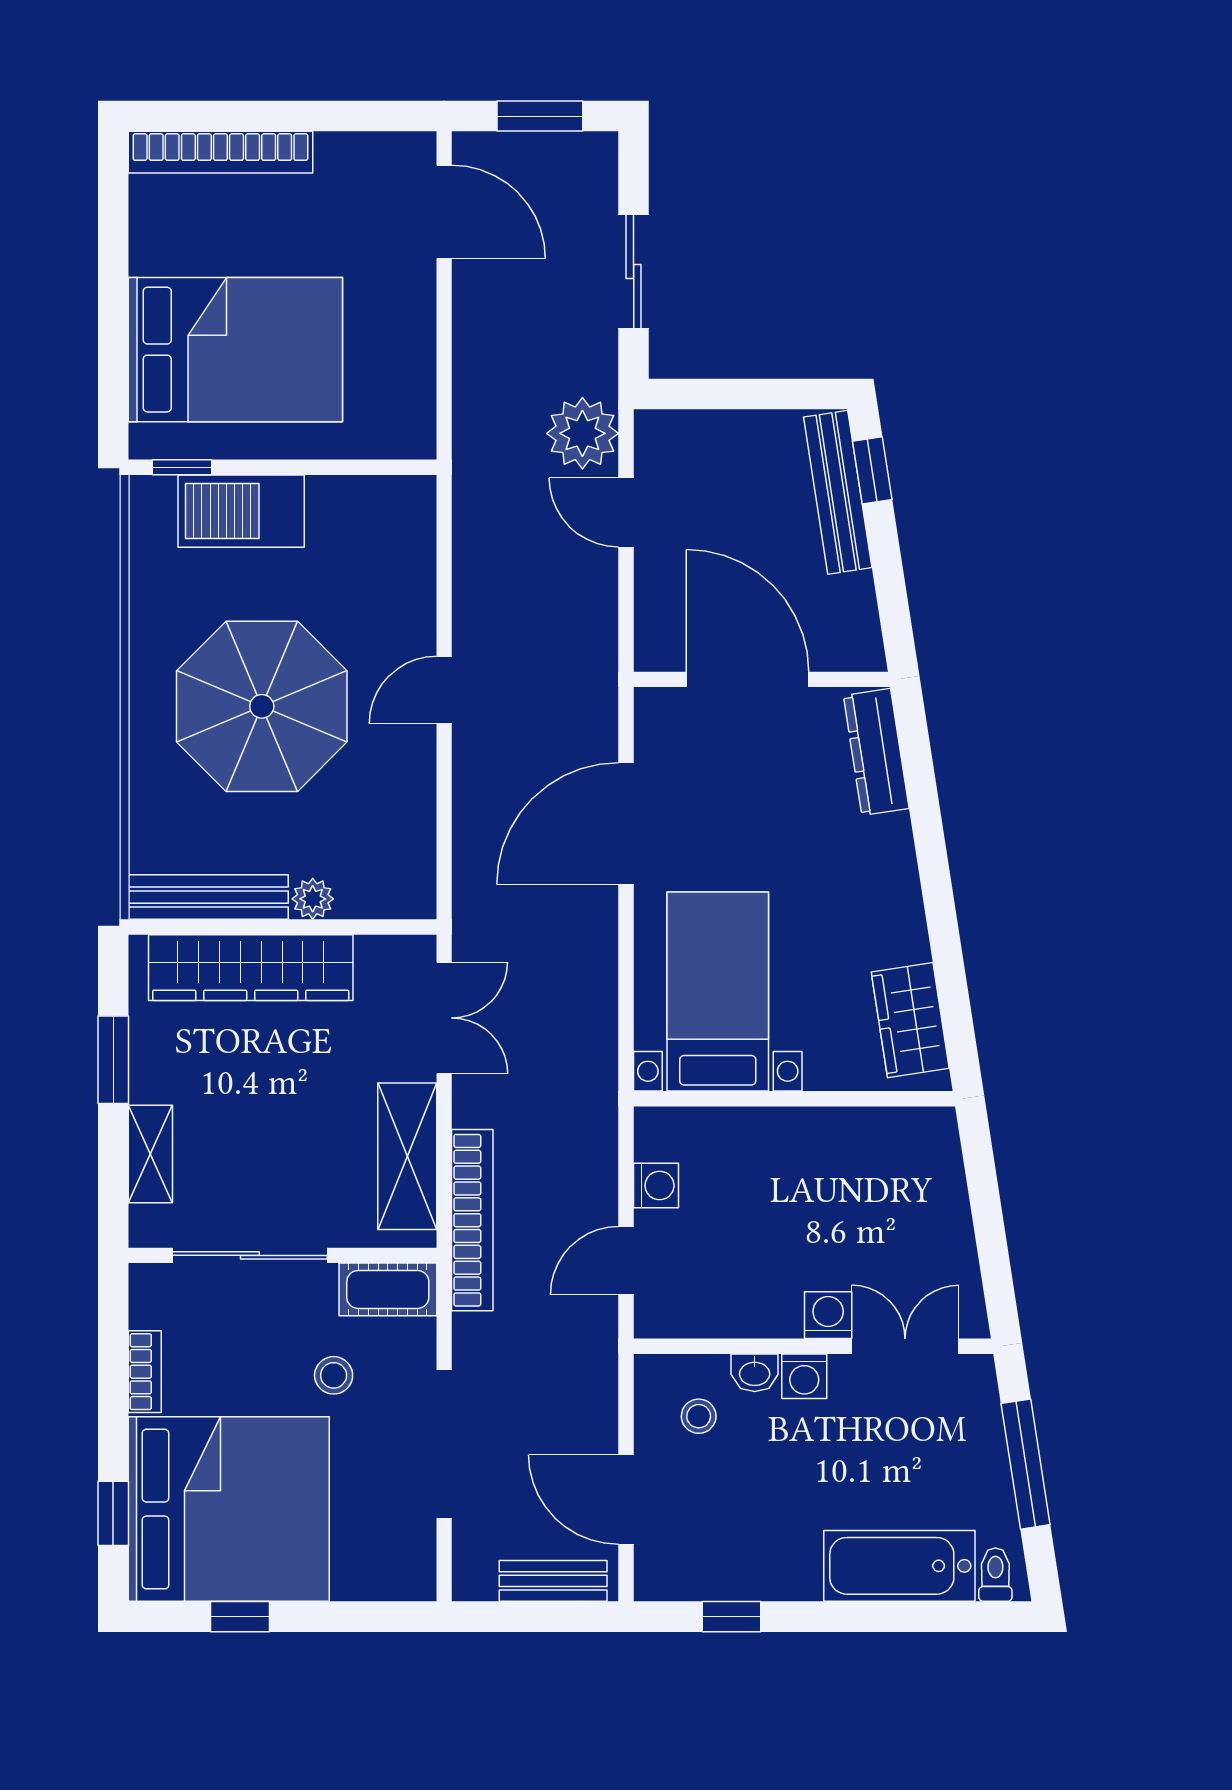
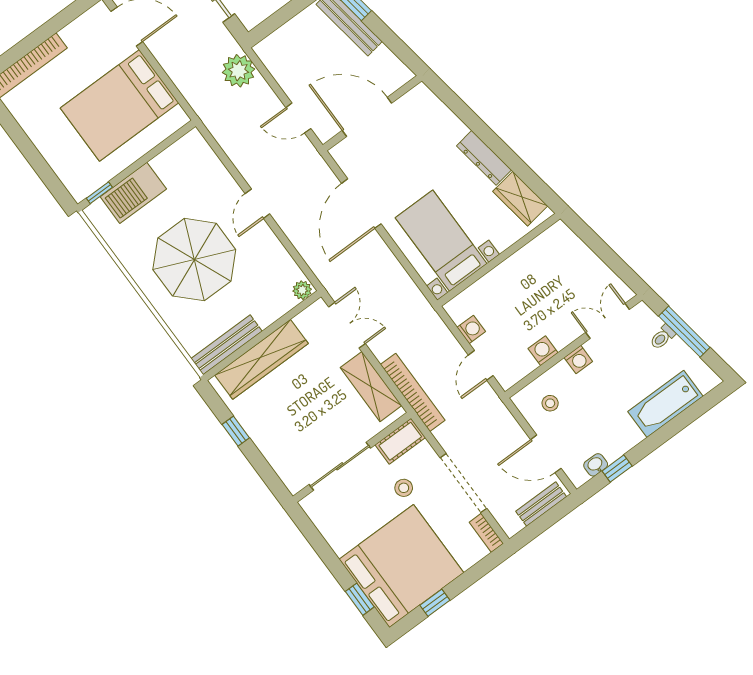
bed: (235, 350) -> (119, 105), moved, turned 180
door: (626, 512) -> (298, 118), moved
dresser: (876, 752) -> (484, 158), moved
plant: (313, 899) -> (302, 290), moved
window: (113, 1060) -> (236, 431), width x0.67
shelving: (150, 1154) -> (275, 456), removed
washing machine: (828, 1315) -> (543, 351), moved
bookcase: (145, 1372) -> (486, 533), moved, turned 180
washbasin: (755, 1373) -> (596, 465), moved, turned 180
toilet: (995, 1575) -> (662, 337), moved, turned -99

